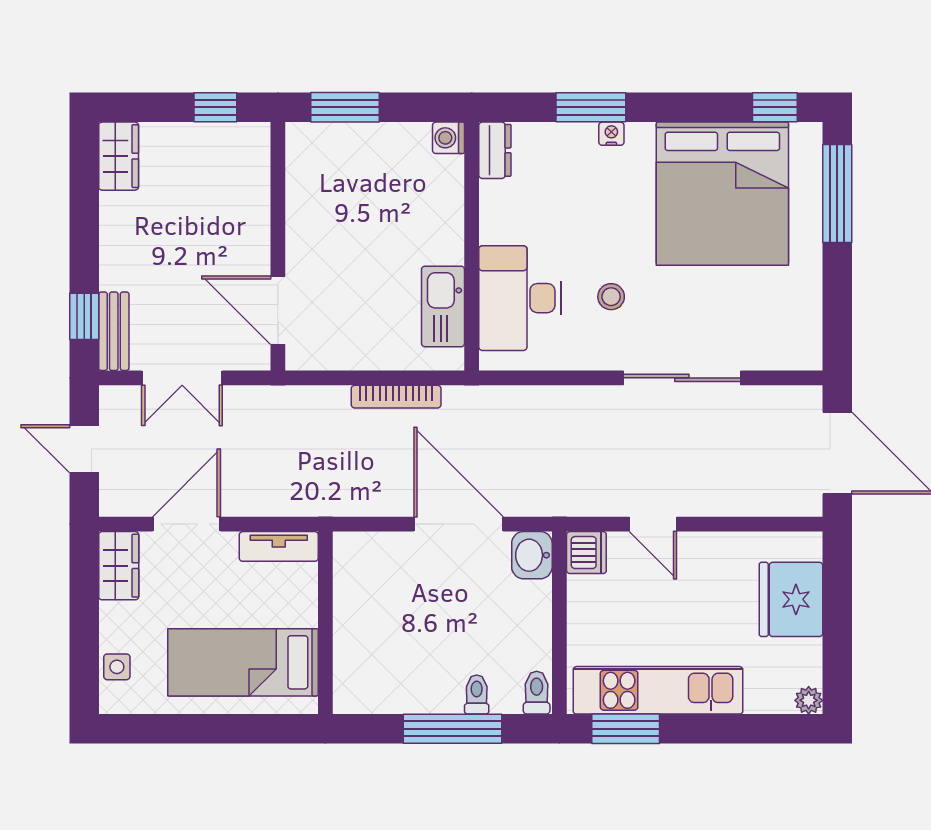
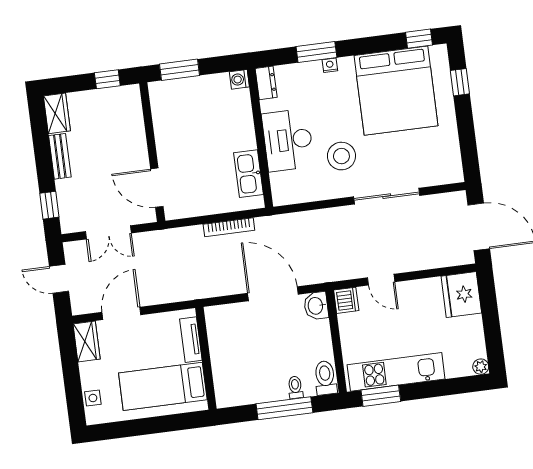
window: (837, 194) -> (460, 82), width x0.46
stool: (611, 297) -> (341, 156), width x1.89, depth x1.89
desk: (520, 298) -> (288, 140), moved
bench: (114, 331) -> (60, 156), moved
tv unit: (279, 546) -> (191, 340), moved, turned 90
fridge: (791, 599) -> (461, 295), moved
toilet: (537, 693) -> (325, 378), width x1.37, depth x1.39

